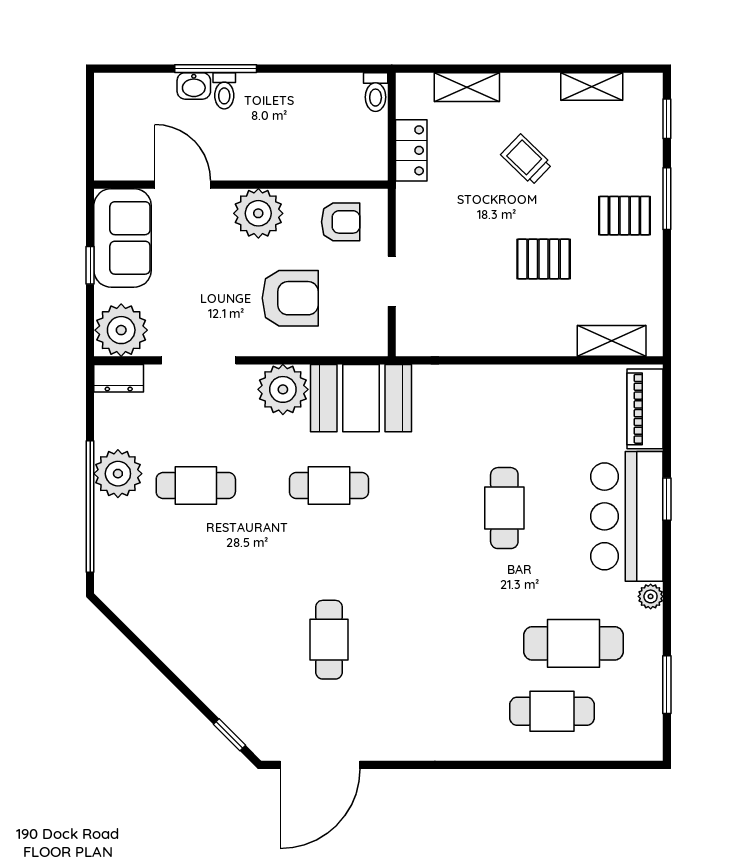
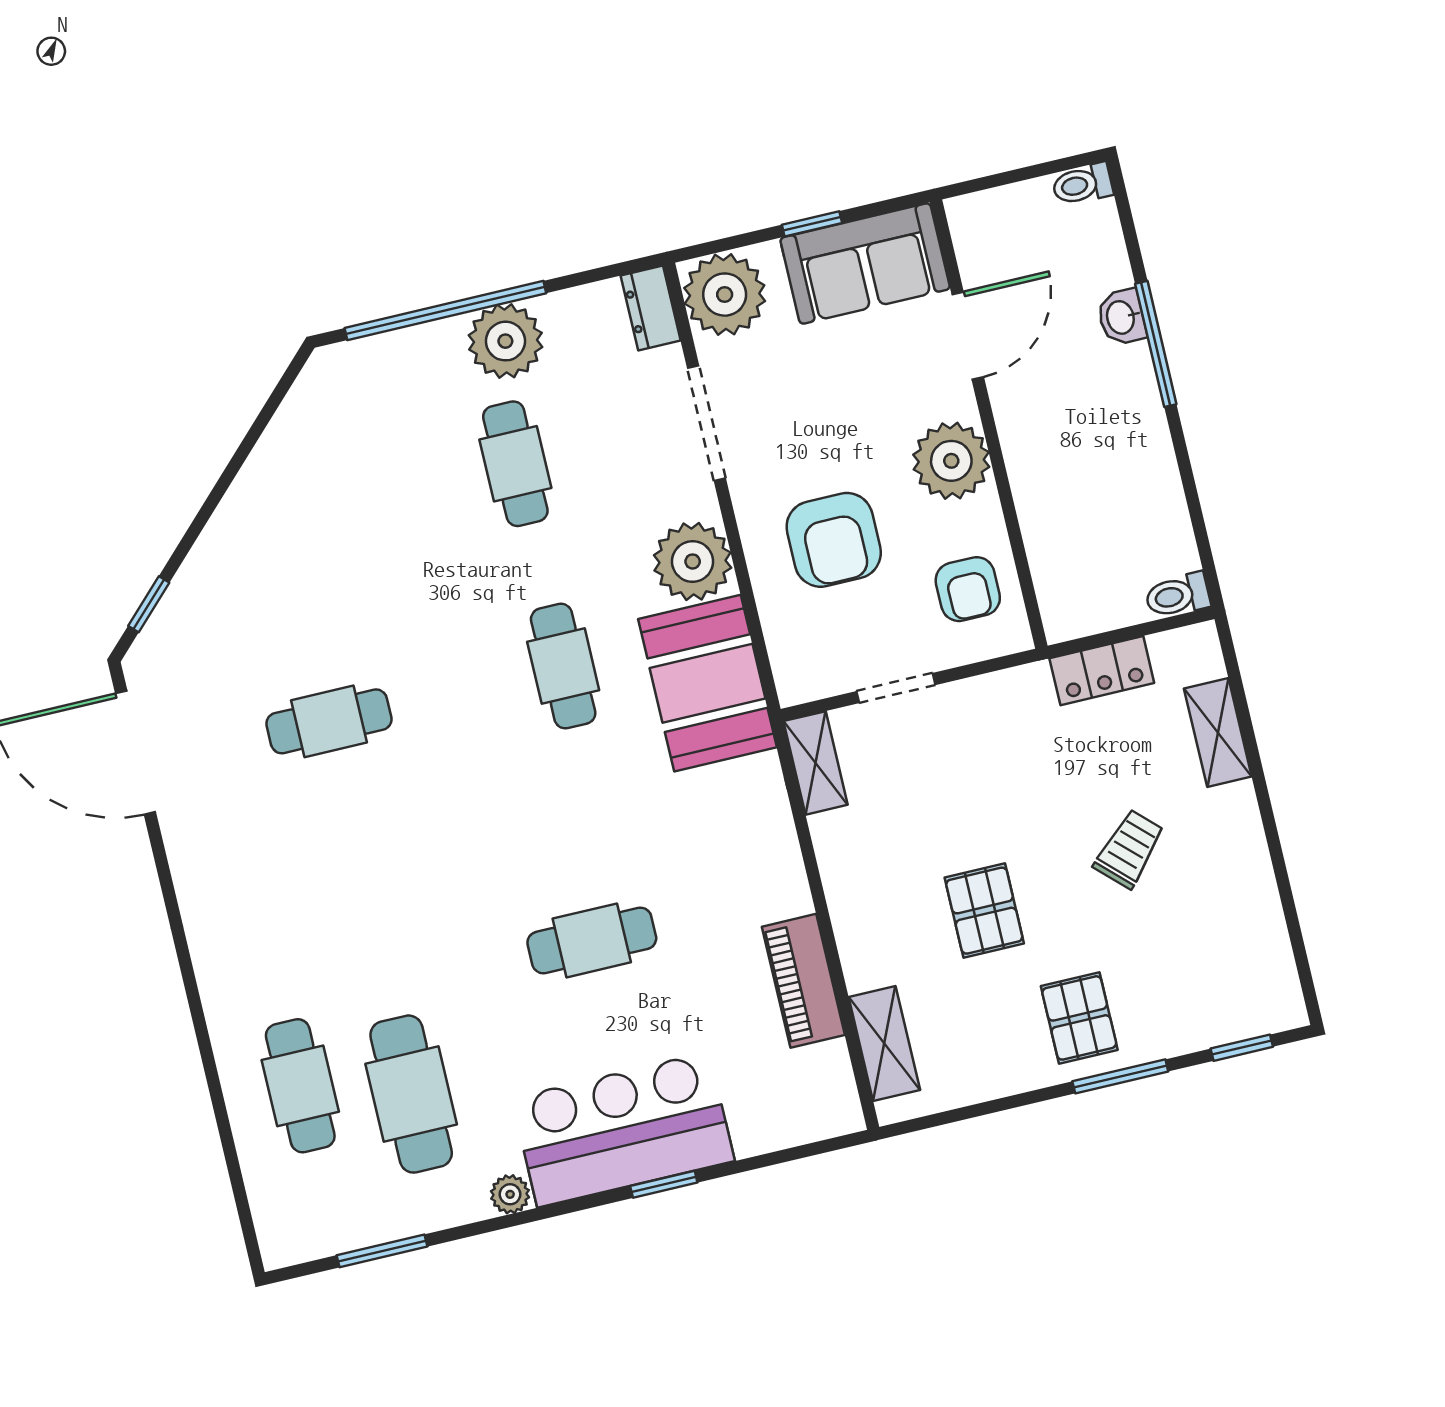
shelving: (592, 86) -> (816, 763), moved
toilet: (224, 91) -> (1082, 184), moved
piano: (645, 409) -> (803, 981), moved, turned -90

